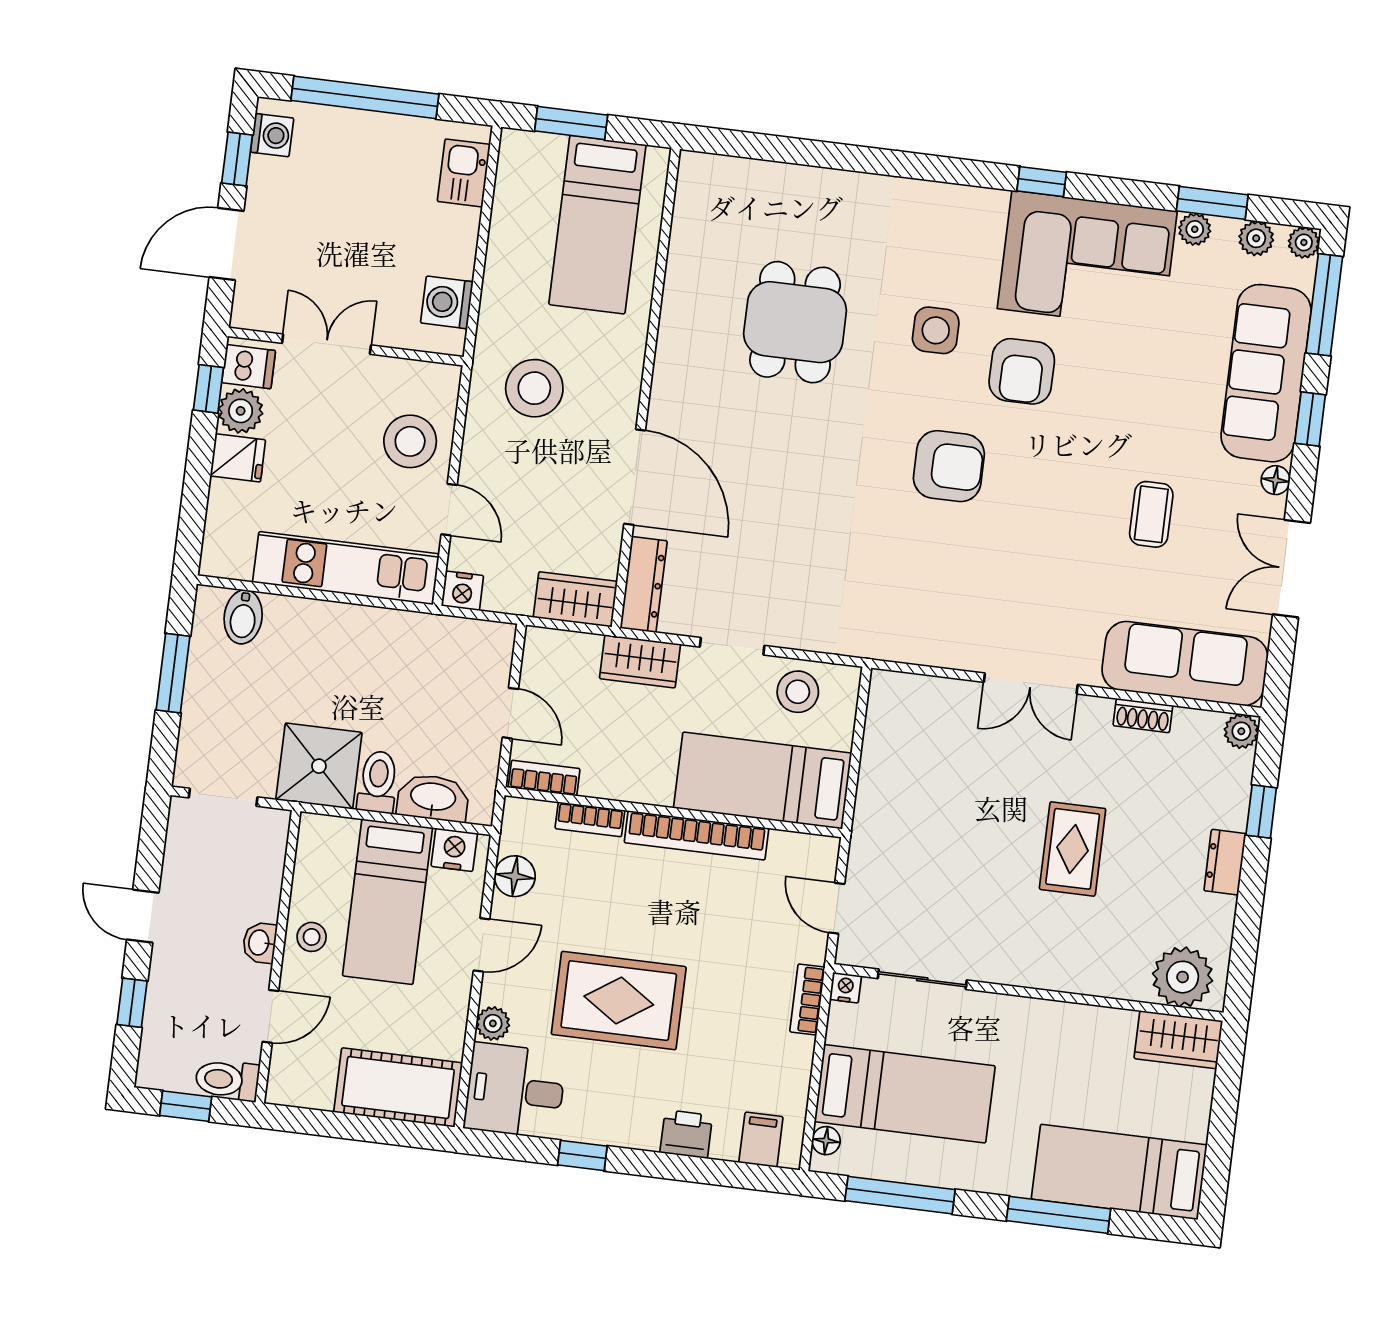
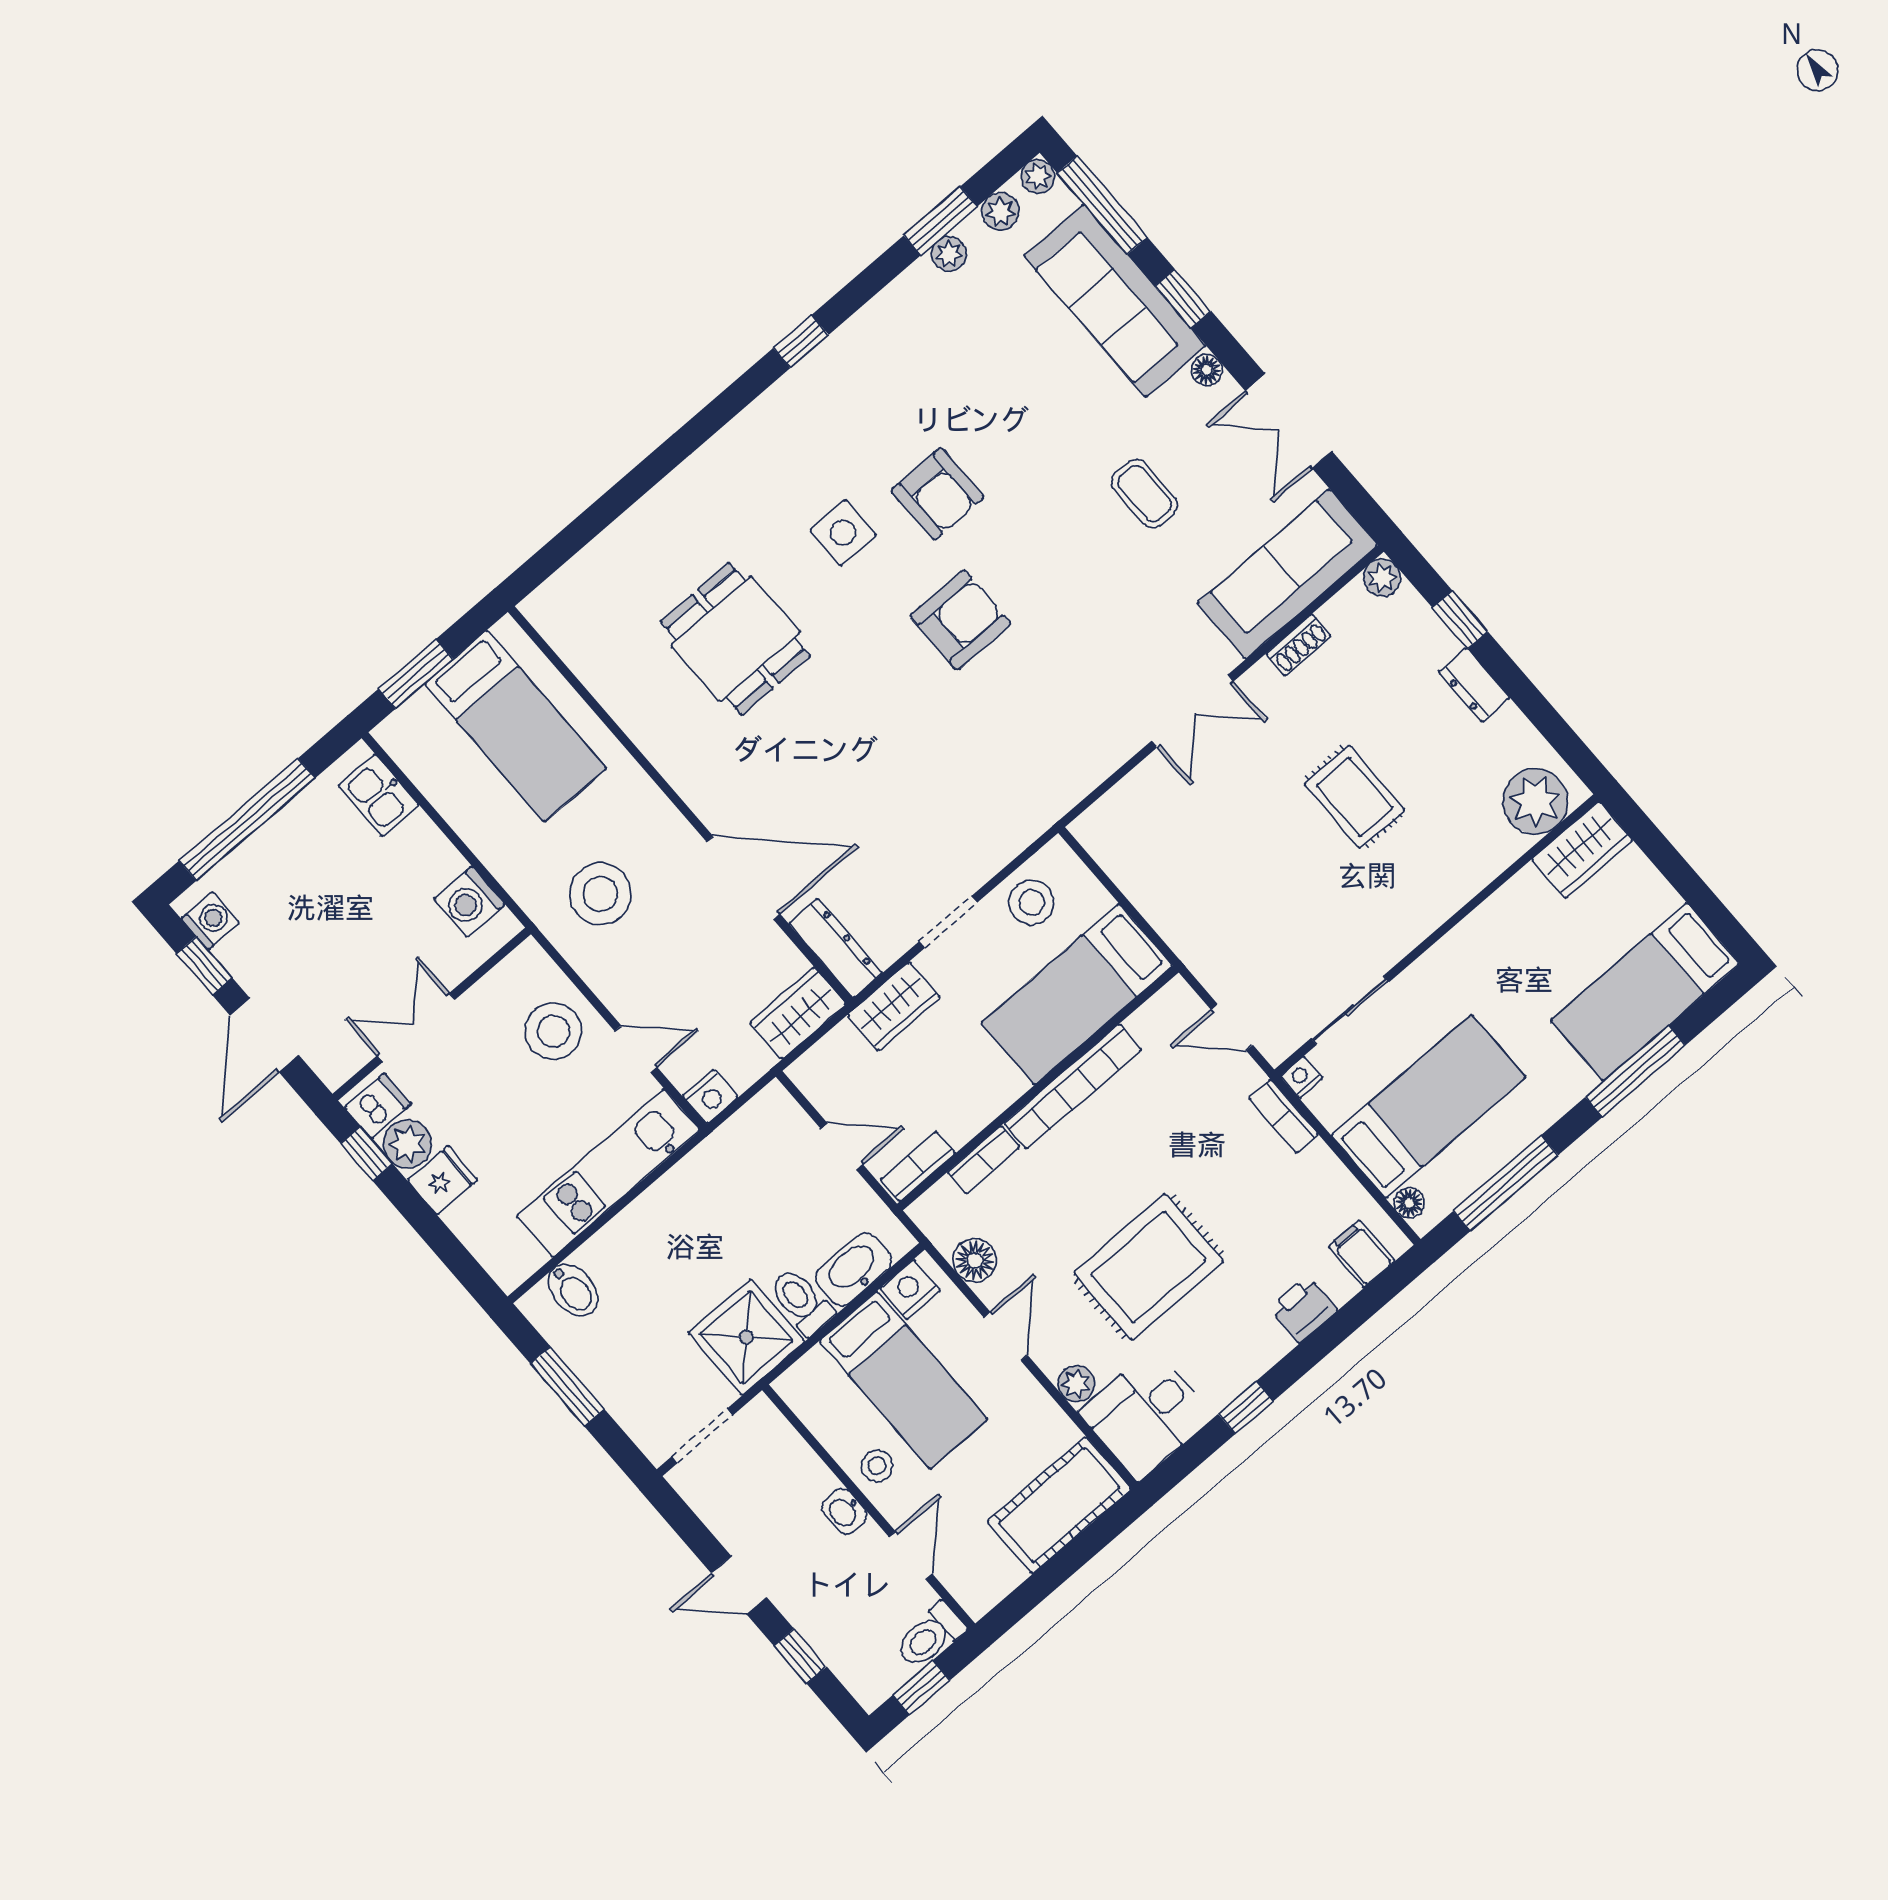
corner sofa: (1087, 260) -> (896, 361), removed

